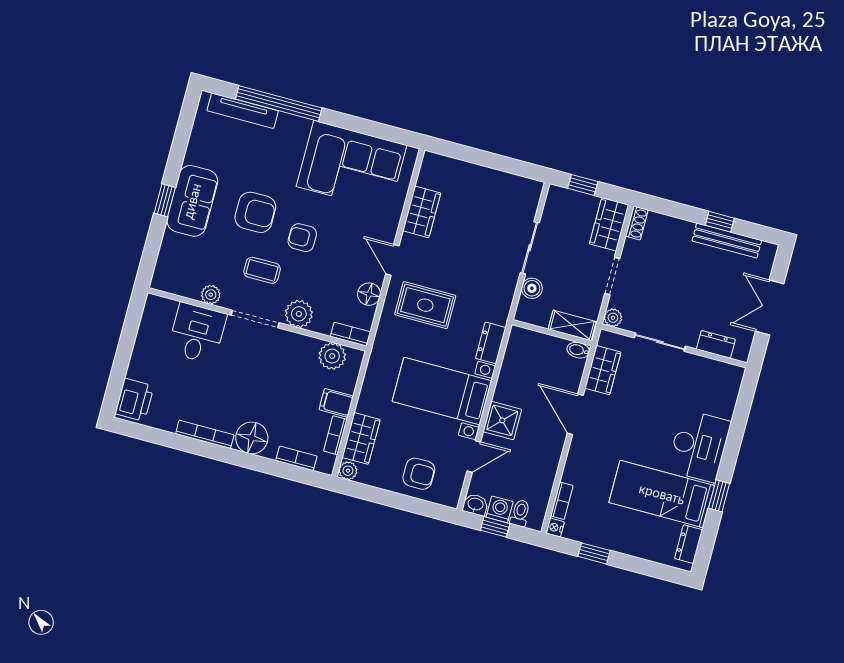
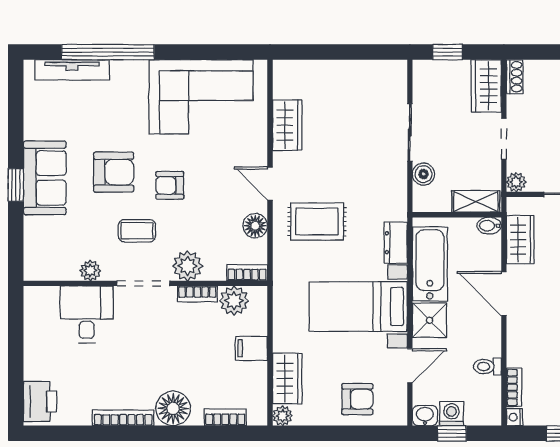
bathtub: (516, 370) -> (430, 264), added
bookcase: (335, 435) -> (197, 294), moved, turned -90
toilet: (520, 513) -> (487, 367), moved, turned -90

